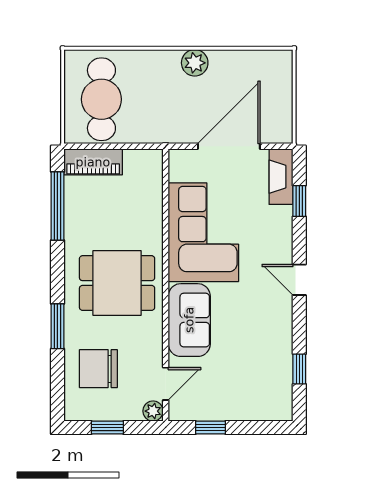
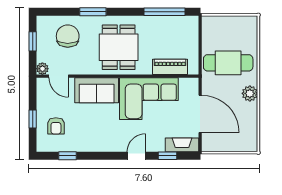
cafe table: (101, 99) -> (228, 63), moved
piano: (93, 162) -> (170, 67), moved, turned 90
door: (299, 280) -> (136, 156), moved
armchair: (249, 388) -> (56, 126), added
window: (210, 427) -> (33, 119), moved

